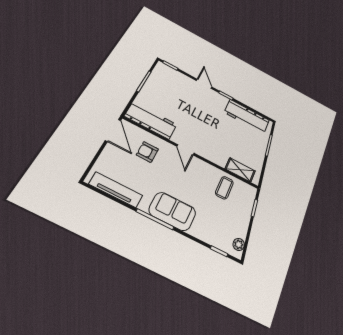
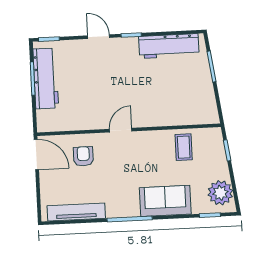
workbench: (151, 120) -> (46, 79), moved, turned 90
door: (185, 150) -> (121, 130), swing flipped
armchair: (147, 152) -> (83, 156), turned 90
shelving: (240, 170) -> (192, 117), removed
sofa: (172, 211) -> (165, 201), moved
plant: (239, 244) -> (220, 193), width x1.88, depth x1.88

